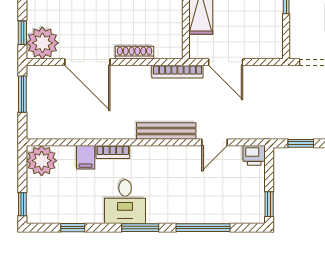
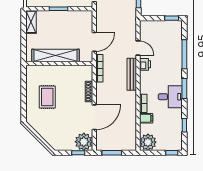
printer: (254, 155) -> (145, 64), moved

